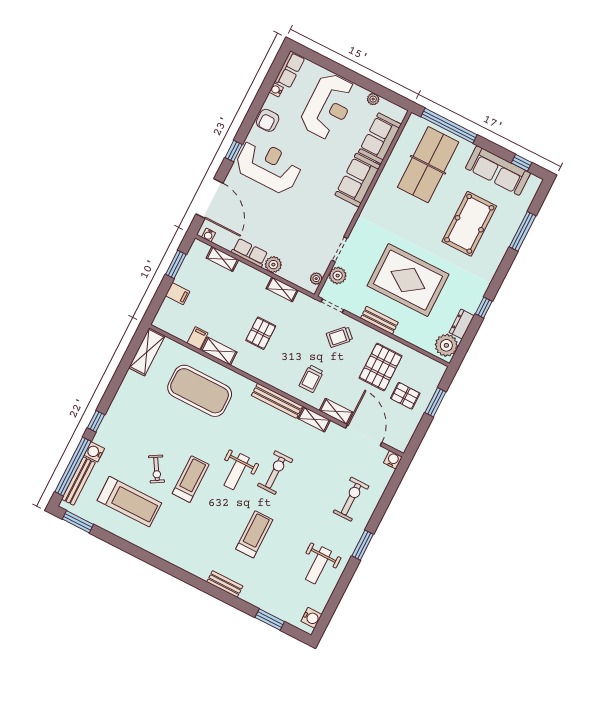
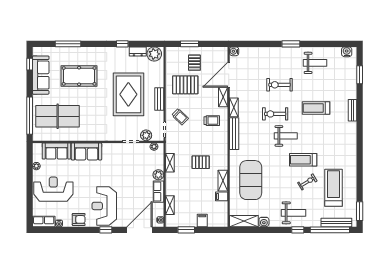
weight bench: (123, 427) -> (293, 213), added
water cooler: (94, 452) -> (264, 222), moved
exercise bike: (351, 499) -> (280, 85), moved

